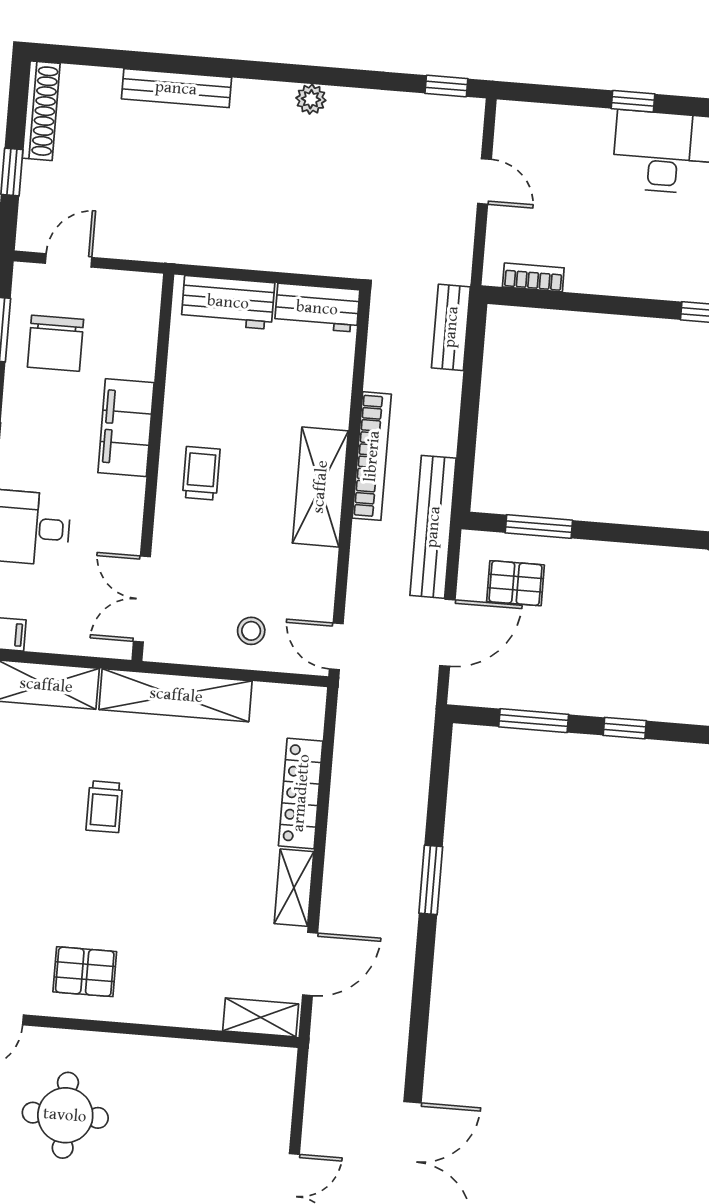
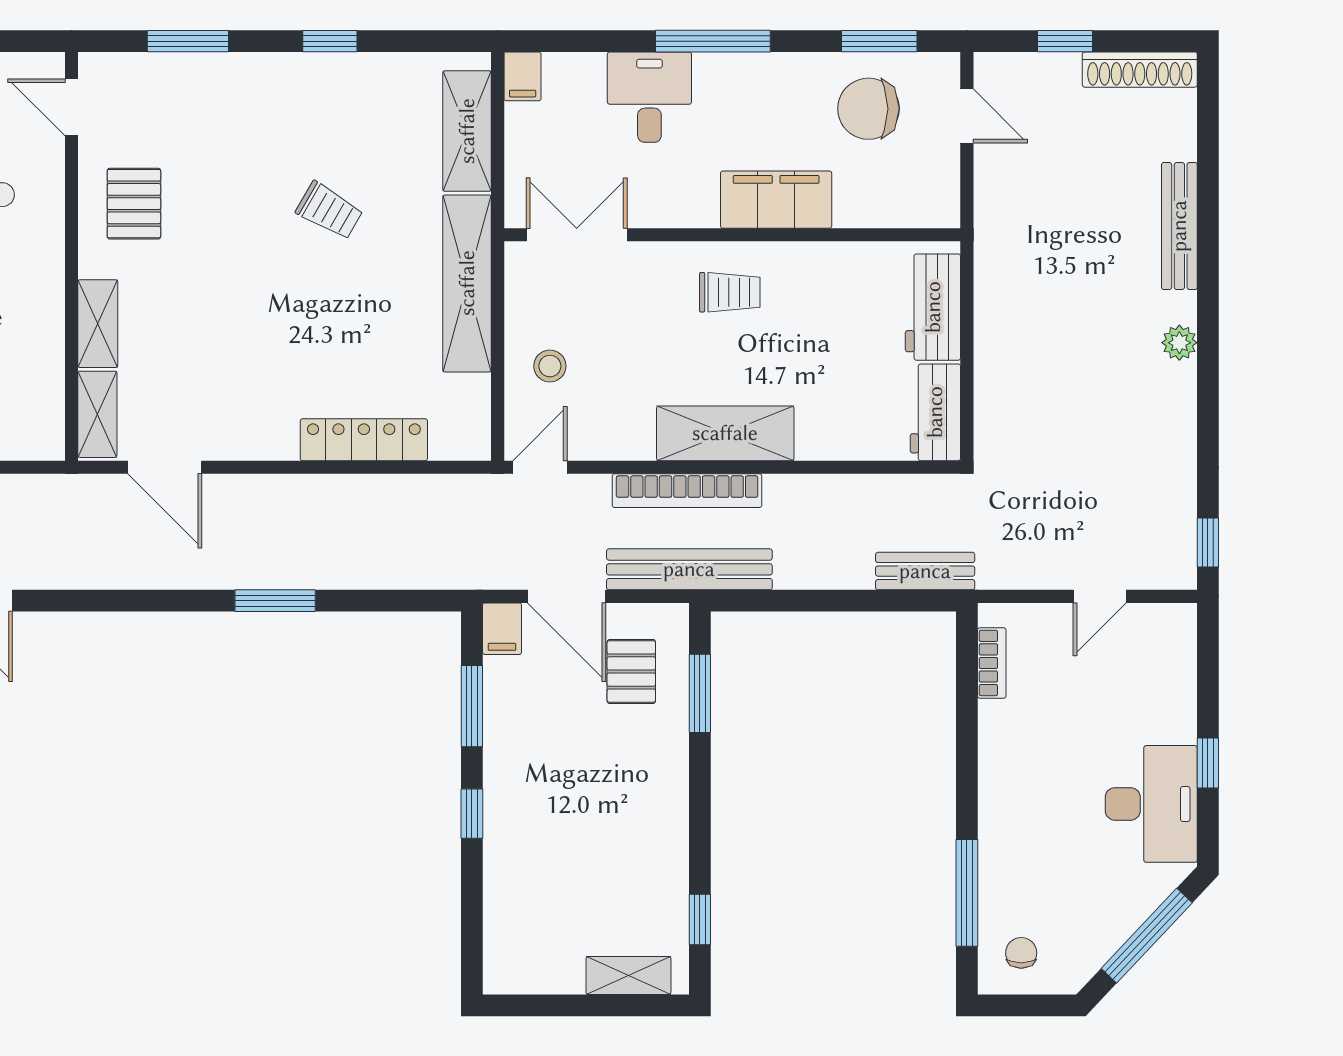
plant: (311, 99) -> (1179, 343), moved
bookcase: (372, 456) -> (687, 491), moved
filing cabinet: (470, 690) -> (502, 629), added
trolley: (104, 807) -> (329, 211), turned -150
shelving: (294, 888) -> (98, 324), moved, turned 90

